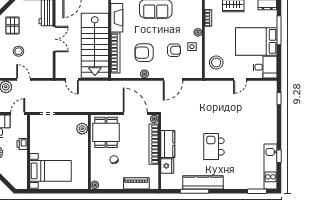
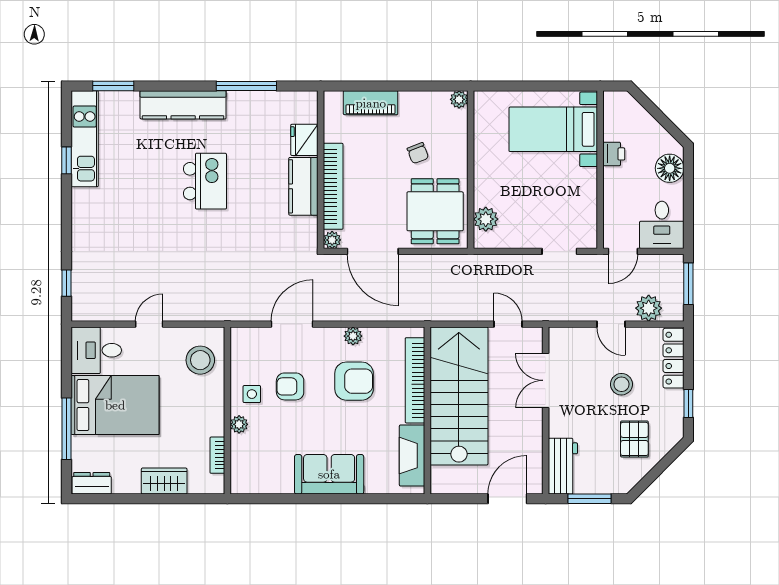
double door: (54, 39) -> (546, 380), moved
printer: (22, 144) -> (614, 154), moved
kitchen counter: (203, 182) -> (183, 105), moved

